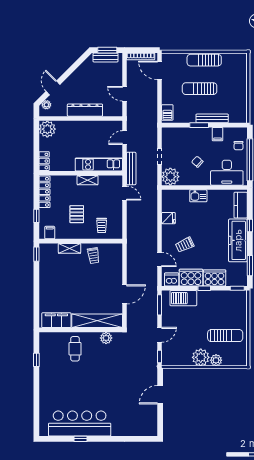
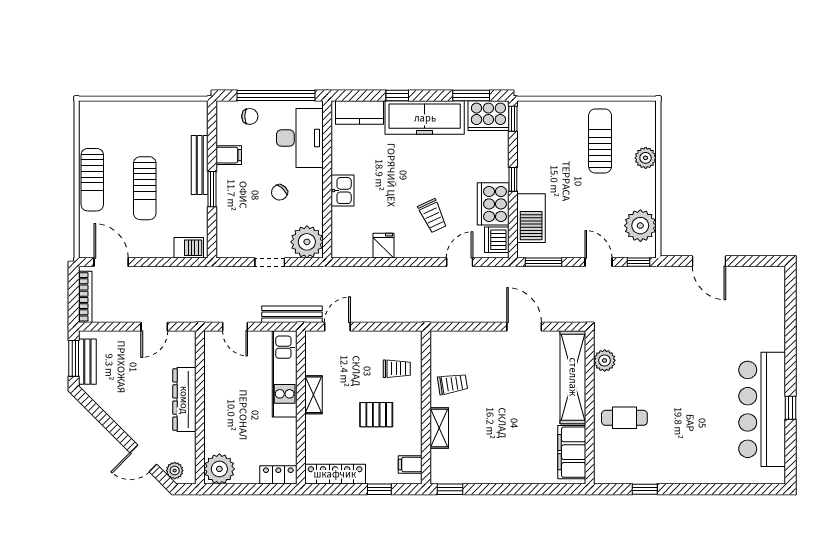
door: (159, 70) -> (111, 262), swing flipped
cooker: (214, 278) -> (488, 116), moved, turned -90
plant: (201, 357) -> (640, 226), moved

